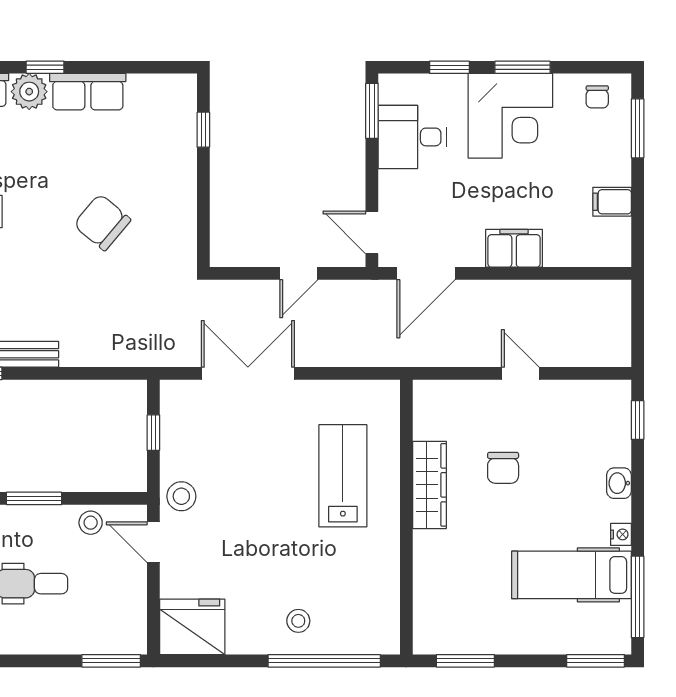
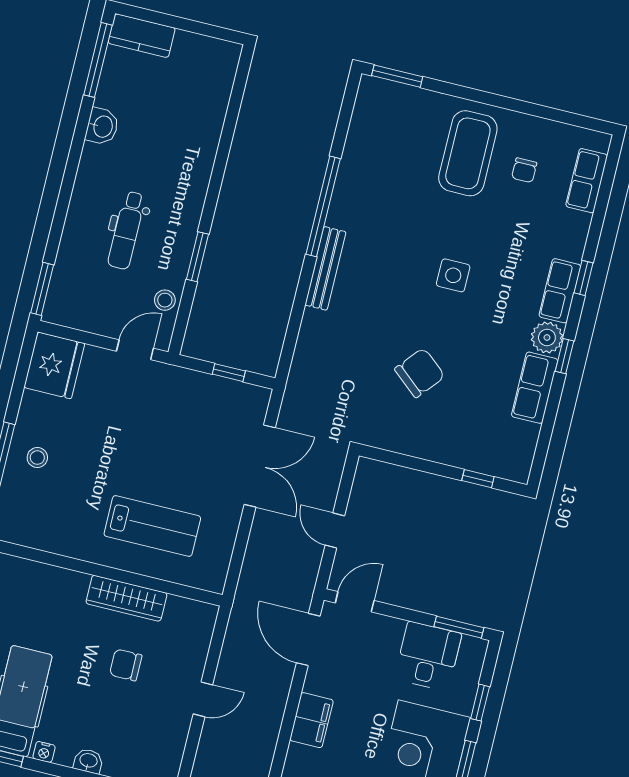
stool: (181, 496) -> (169, 383), removed

